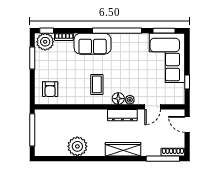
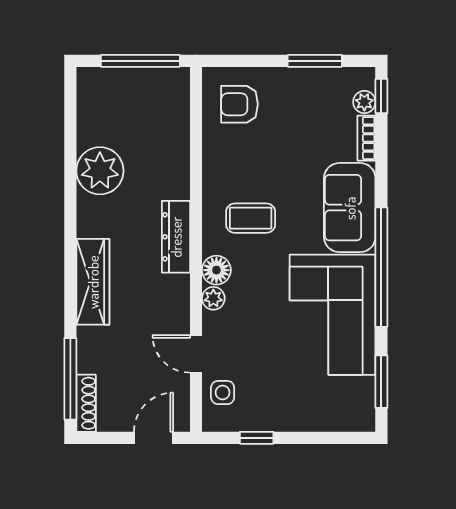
plant: (45, 42) -> (364, 102), width x0.53, depth x0.53
corner sofa: (167, 58) -> (333, 315), moved, turned -90
side table: (169, 96) -> (223, 393), added
dresser: (122, 115) -> (176, 237), moved

